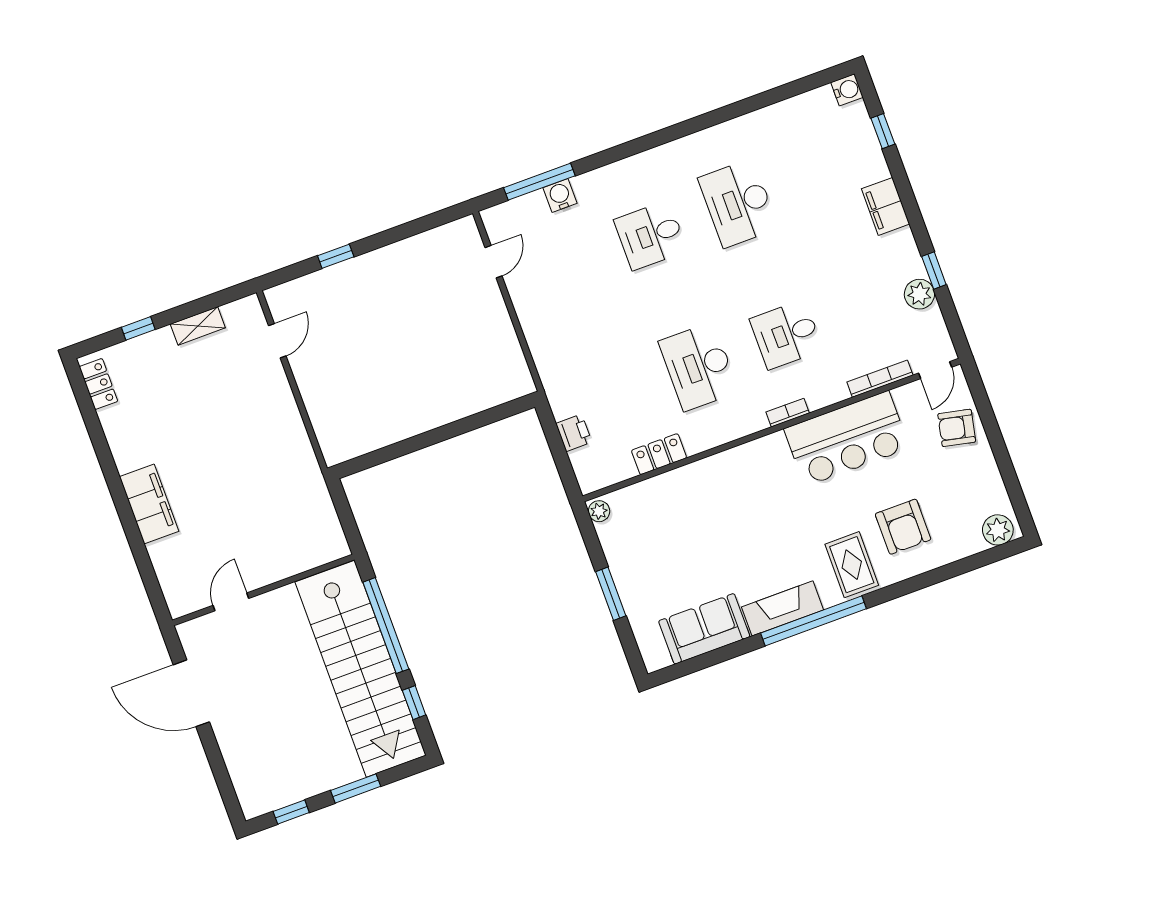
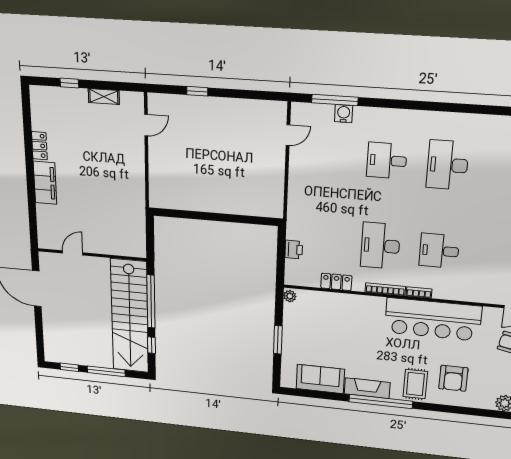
bookcase: (880, 379) -> (385, 289), moved
locker: (98, 384) -> (39, 146), moved
bar counter: (847, 439) -> (433, 319), width x1.36
window: (356, 788) -> (106, 371), width x1.44

